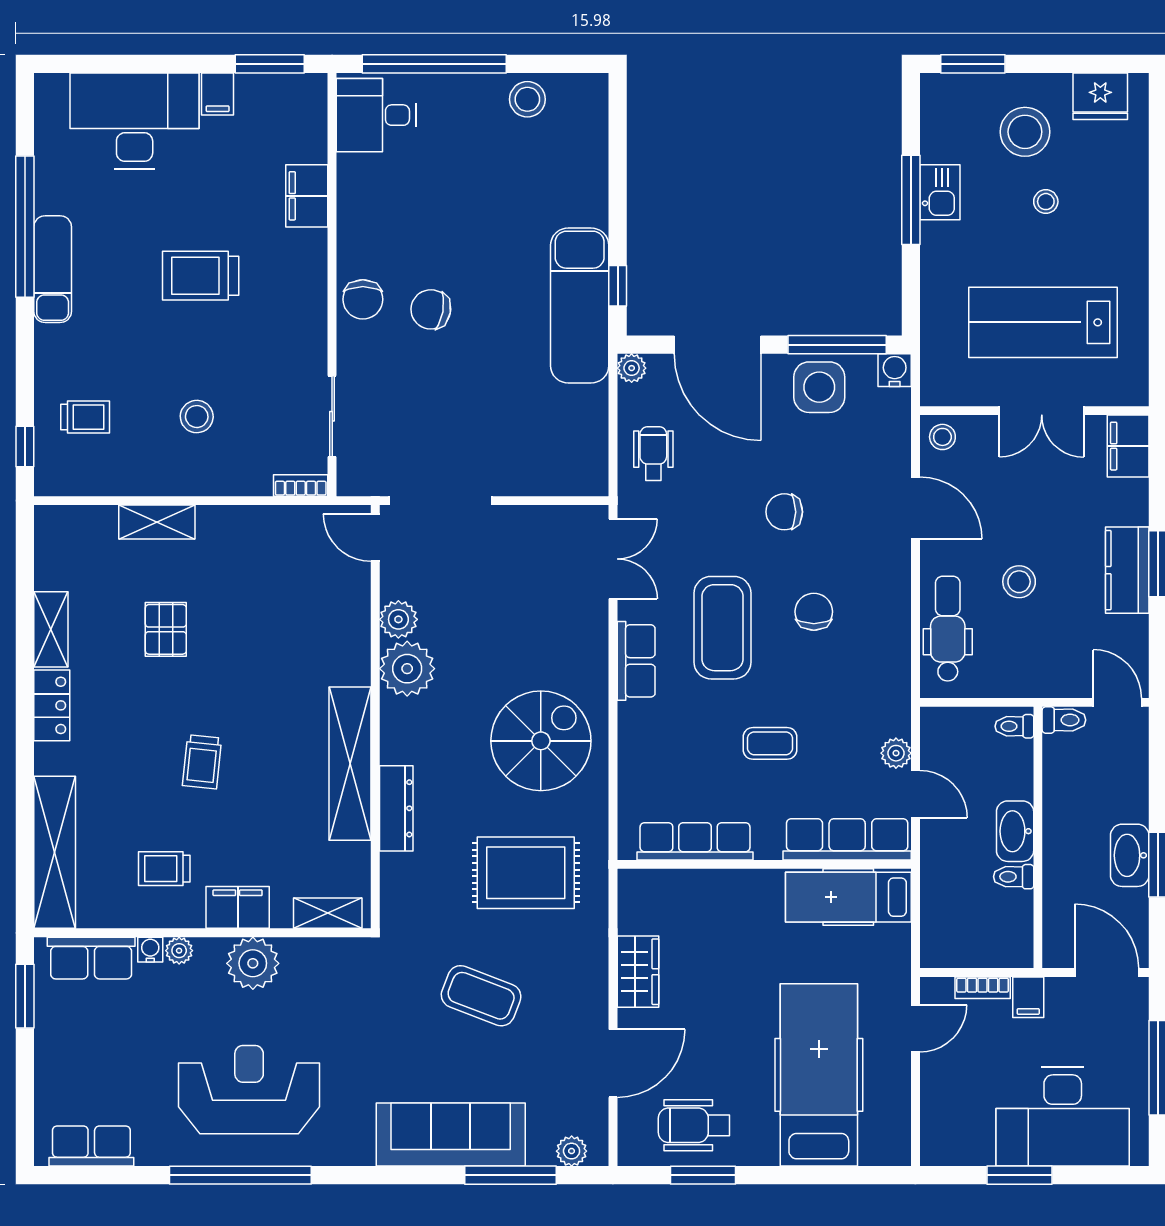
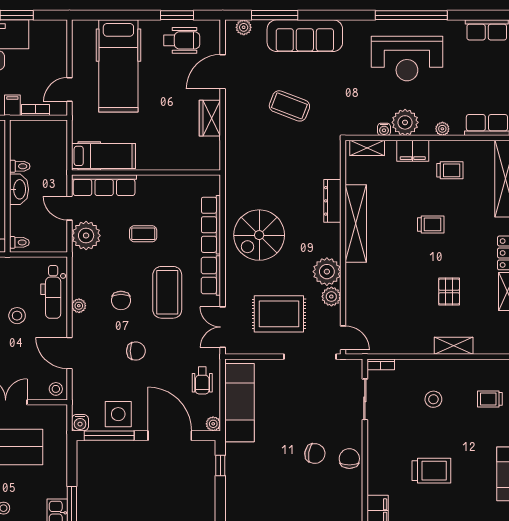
exam couch: (580, 306) -> (240, 403), moved
plant: (897, 601) -> (79, 306), added
plant: (896, 753) -> (86, 236), width x1.88, depth x1.88
trolley: (202, 762) -> (431, 224), turned 84
row of seats: (695, 841) -> (211, 225), moved, turned 90
rug: (526, 873) -> (279, 314), moved
water cooler: (150, 950) -> (384, 129), moved

